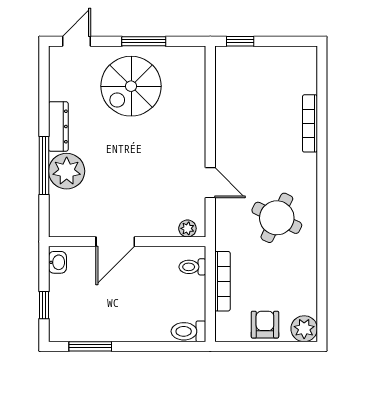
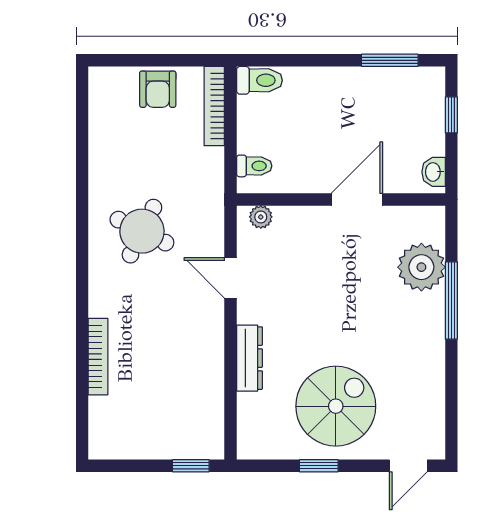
window: (144, 41) -> (319, 466), width x0.67
dresser: (58, 126) -> (249, 358), moved, turned 180
plant: (67, 171) -> (421, 267), moved
bookcase: (222, 281) -> (214, 106), moved
plant: (304, 329) -> (106, 84), removed

